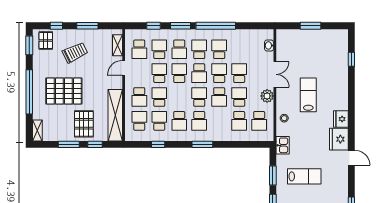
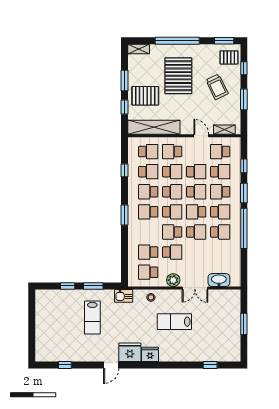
washbasin: (269, 45) -> (219, 280), width x1.91, depth x1.45
school desk: (239, 73) -> (172, 192), moved
lab bench: (308, 95) -> (174, 322), turned 180

